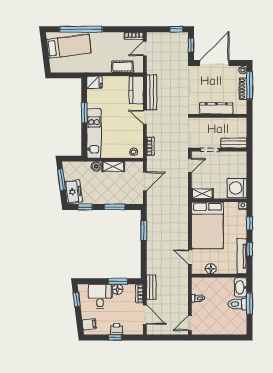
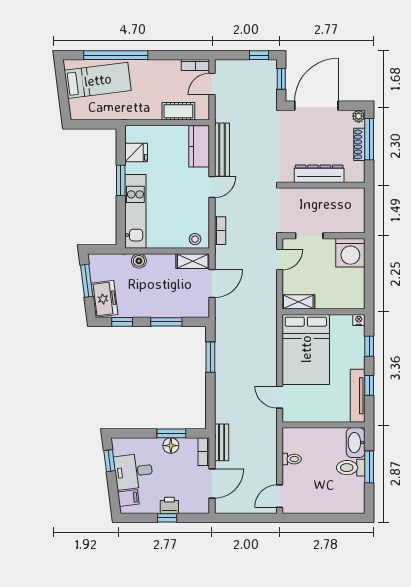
fridge: (94, 82) -> (136, 153), moved
door: (145, 117) -> (212, 187), swing flipped
bench: (234, 143) -> (346, 226), removed
shelving: (113, 166) -> (193, 261), moved
washing machine: (237, 188) -> (350, 253), moved, turned -90
floor lamp: (211, 269) -> (311, 415), removed
desk: (100, 296) -> (133, 471), moved, turned -97
door: (145, 315) -> (212, 483), hinge flipped

